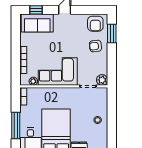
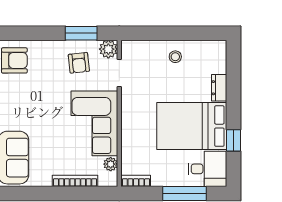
window: (112, 33) -> (81, 33), moved
armchair: (95, 46) -> (79, 63), moved

